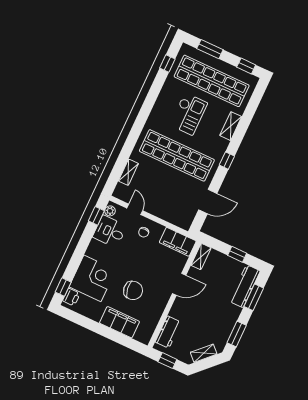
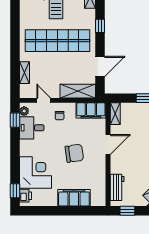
shelving: (174, 216) -> (78, 91), added
chair: (133, 290) -> (74, 153), moved

